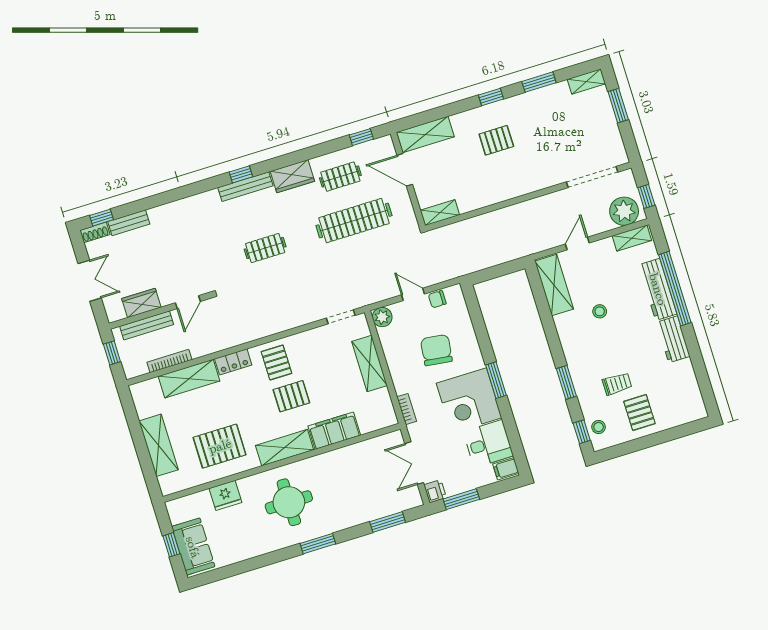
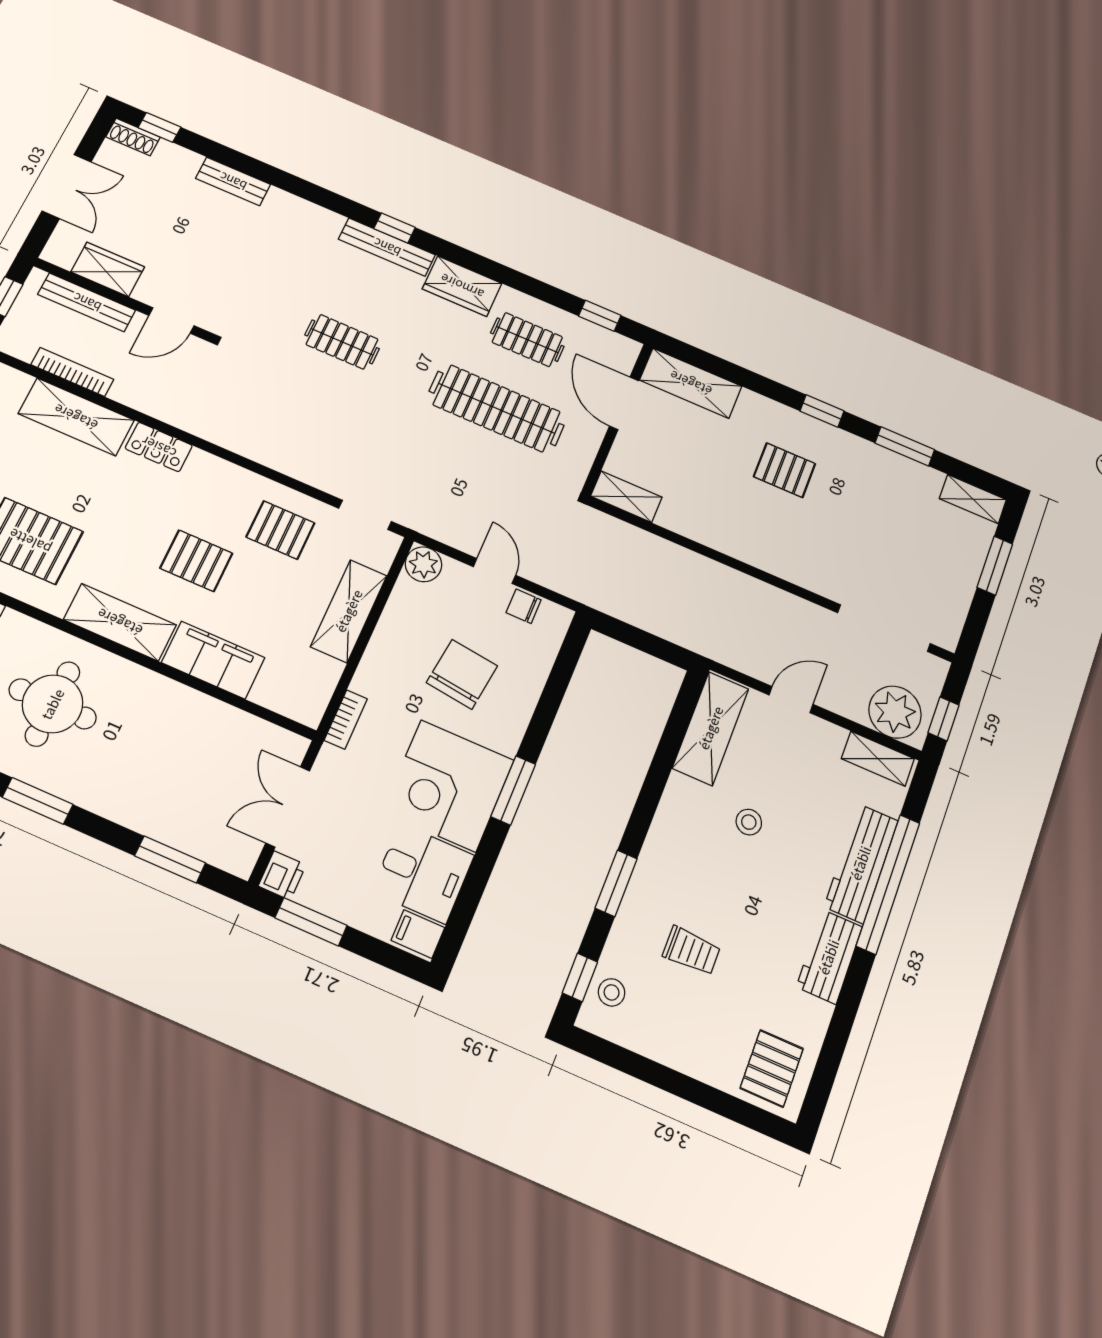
bench: (129, 223) -> (233, 181), moved
pallet: (276, 362) -> (280, 530), moved, turned 90
pallet: (639, 412) -> (772, 1068), moved

